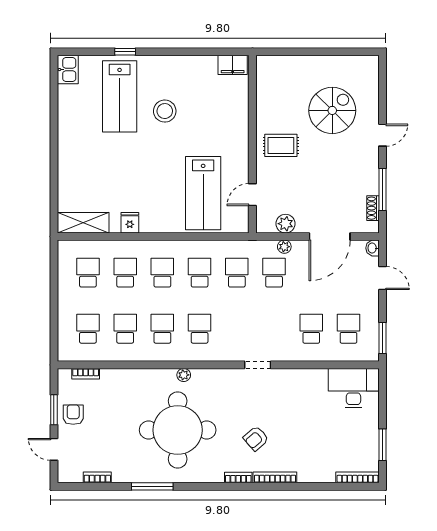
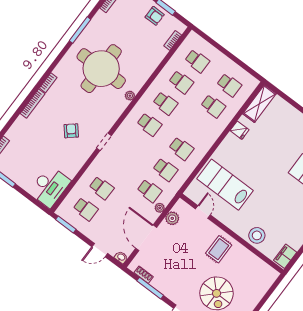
stool: (165, 111) -> (257, 235), moved
school desk: (162, 273) -> (197, 127), removed
armchair: (256, 438) -> (71, 131), moved

